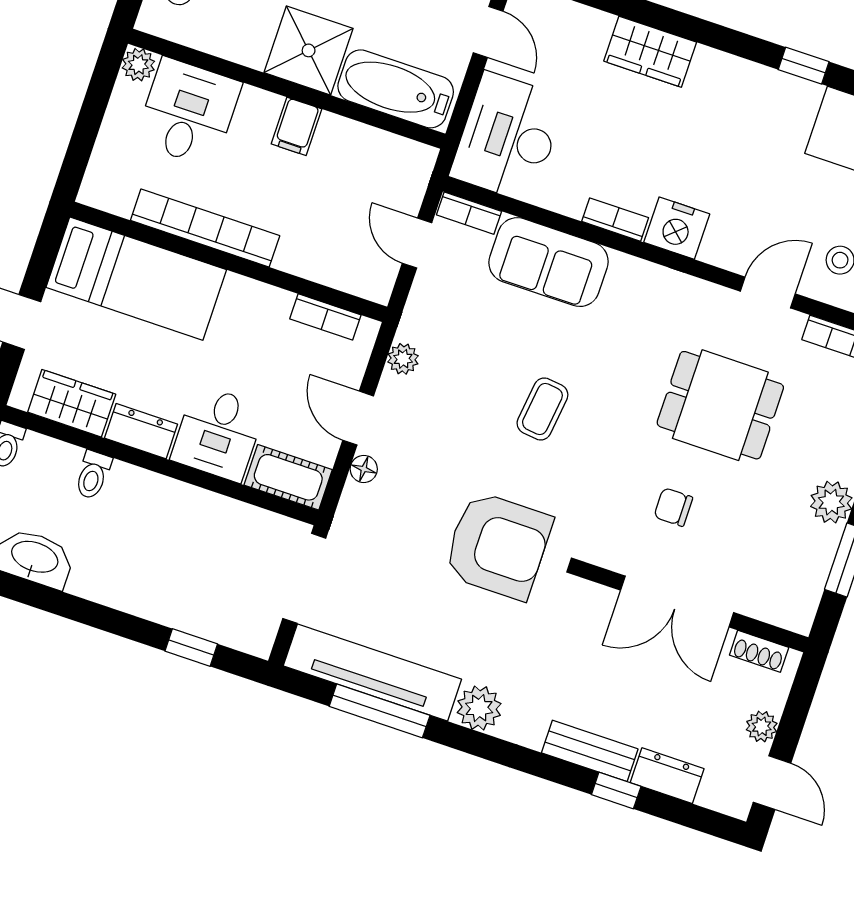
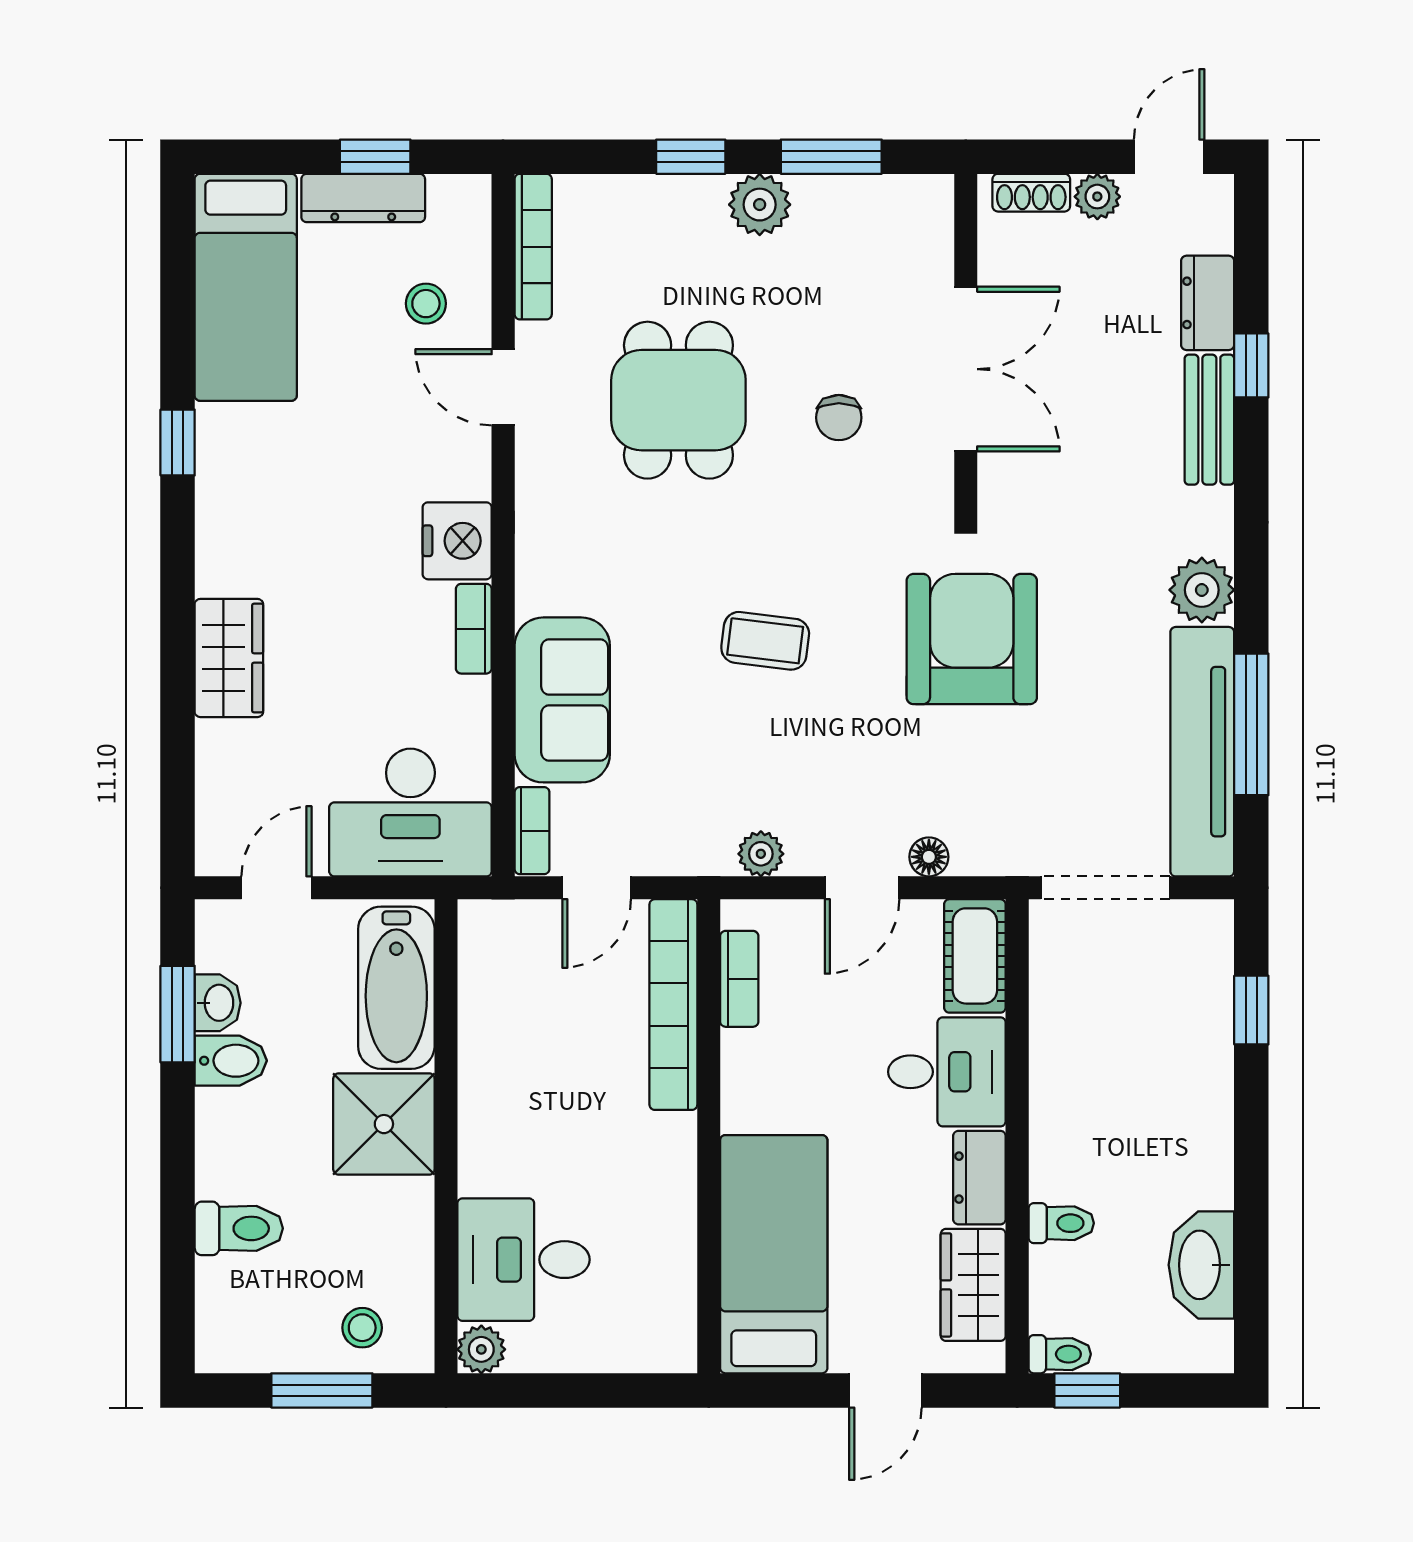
filing cabinet: (296, 126) -> (493, 1106), removed
bookcase: (205, 228) -> (673, 1005), moved
shoe rack: (759, 651) -> (1031, 193), moved, turned 90

